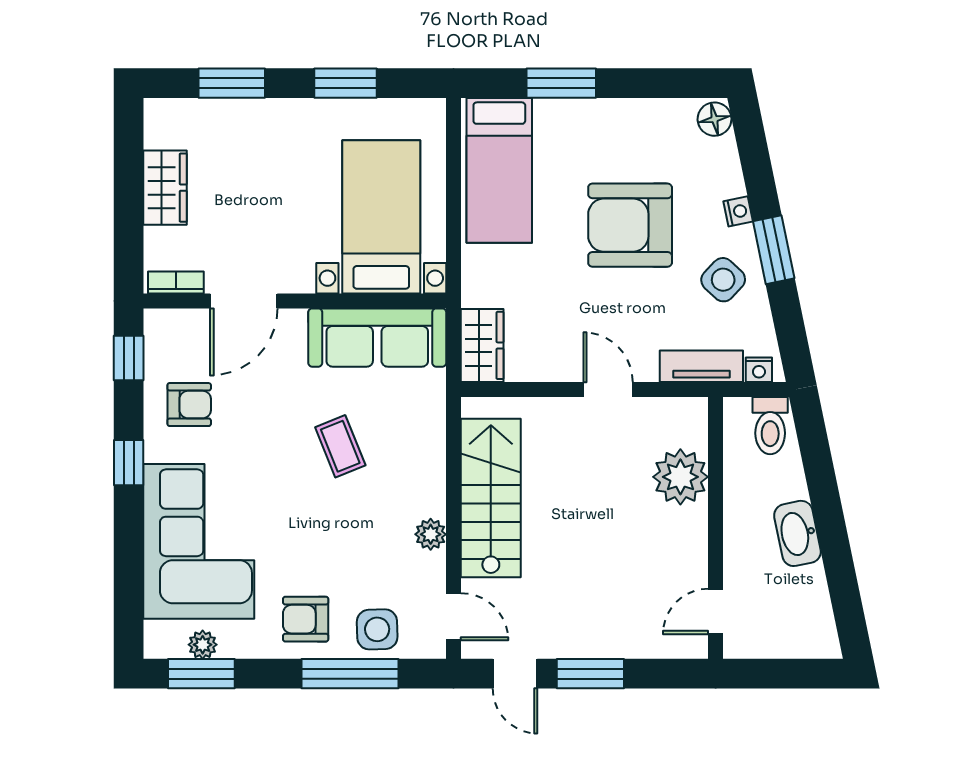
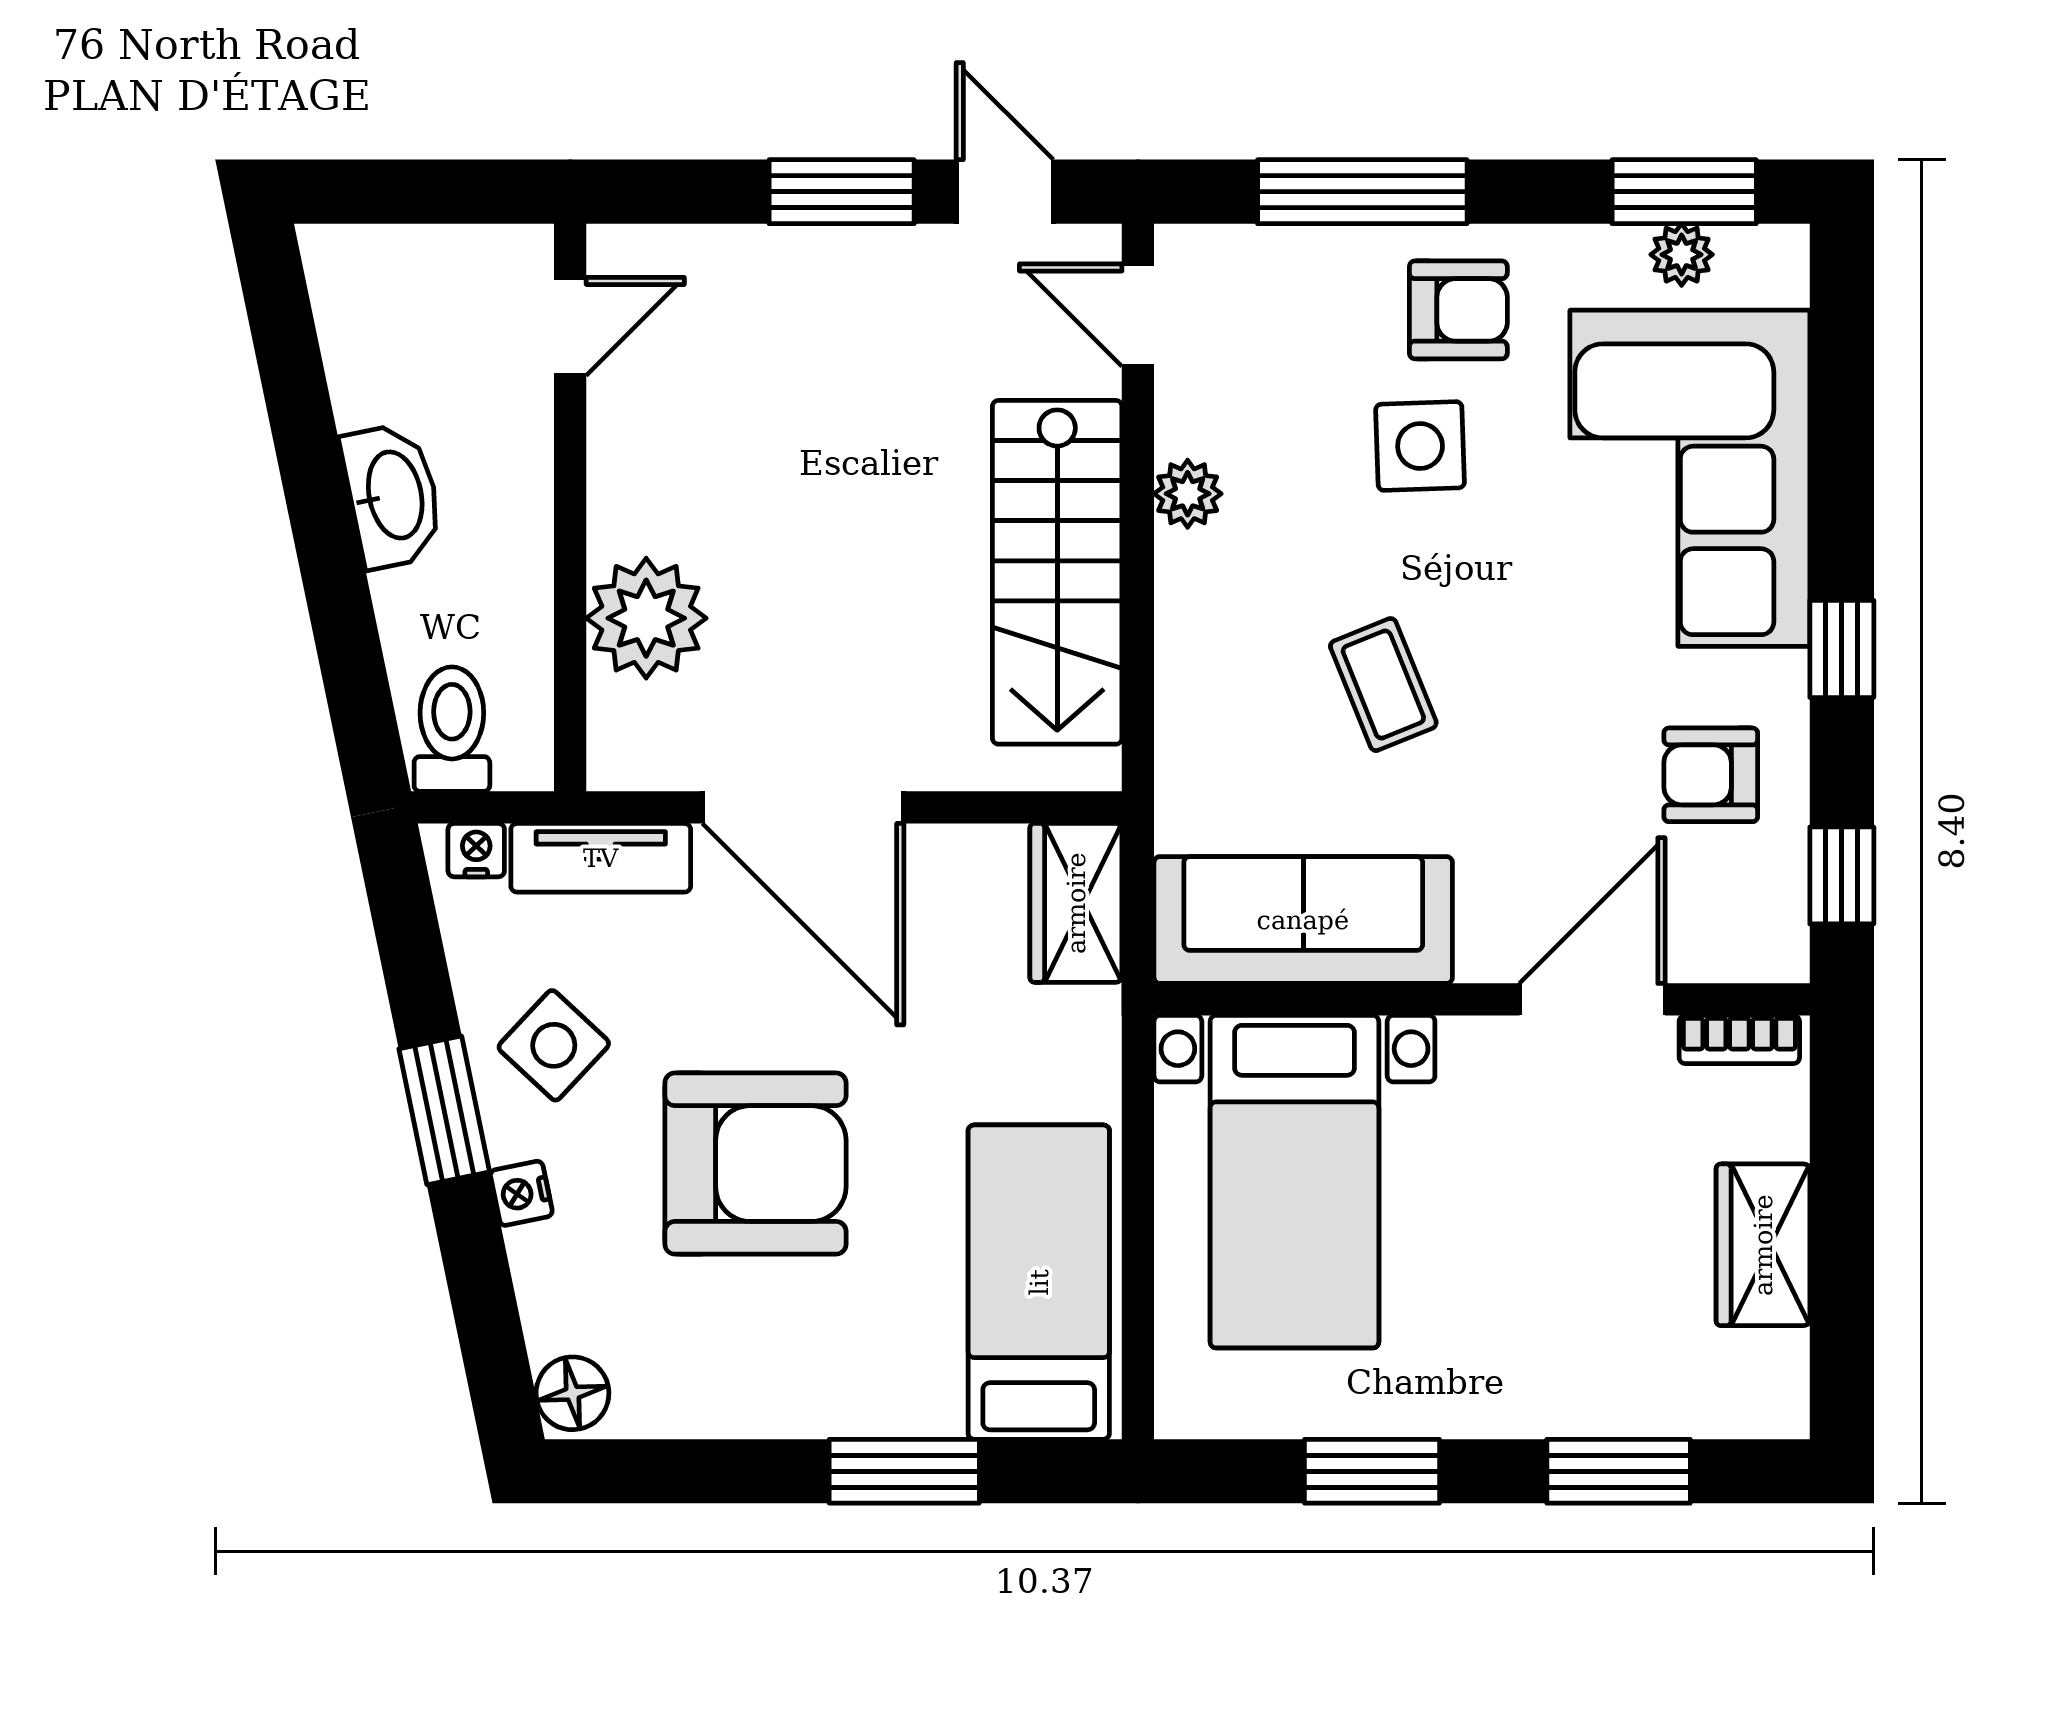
door: (608, 389) -> (803, 807), width x1.88
side table: (377, 629) -> (1420, 446), moved

